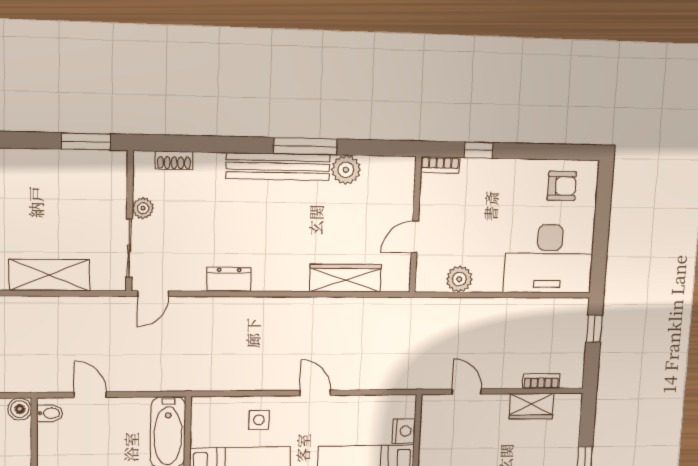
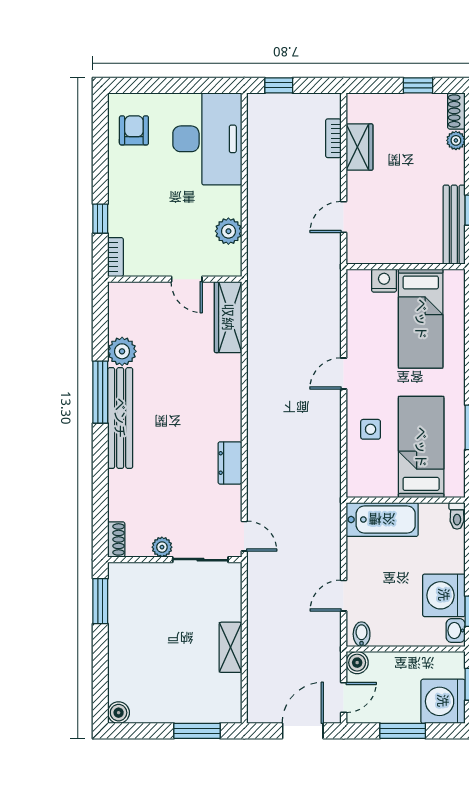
shoe rack: (174, 160) -> (116, 539), moved
shelving: (49, 275) -> (230, 647), width x0.67, depth x0.75
wardrobe: (345, 278) -> (228, 317), moved

